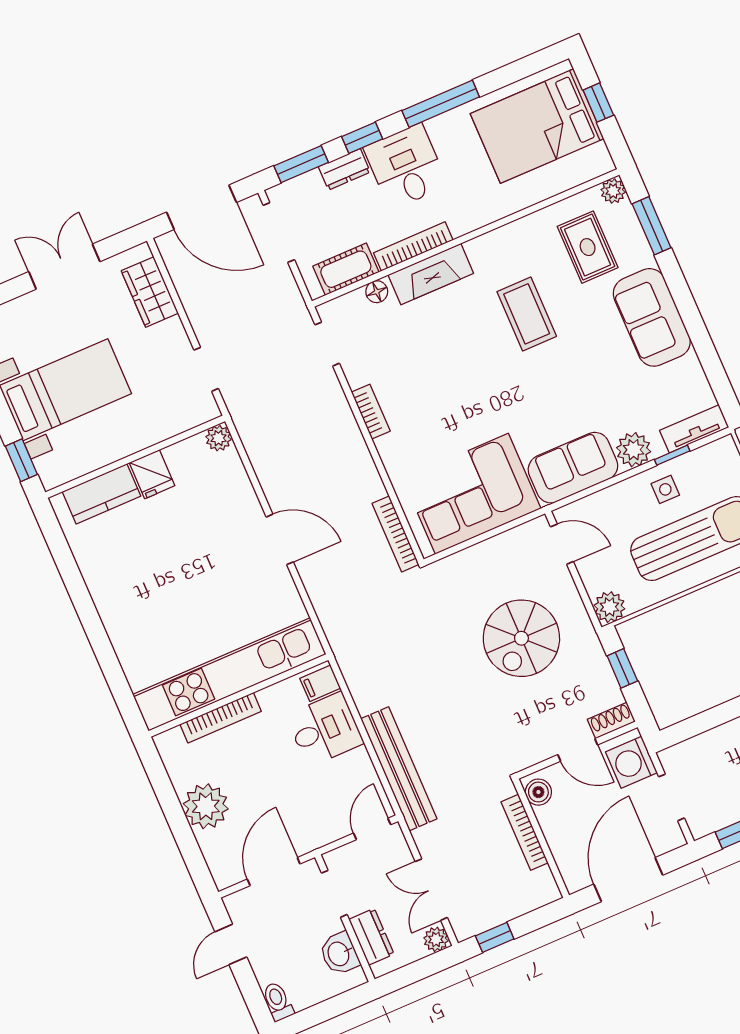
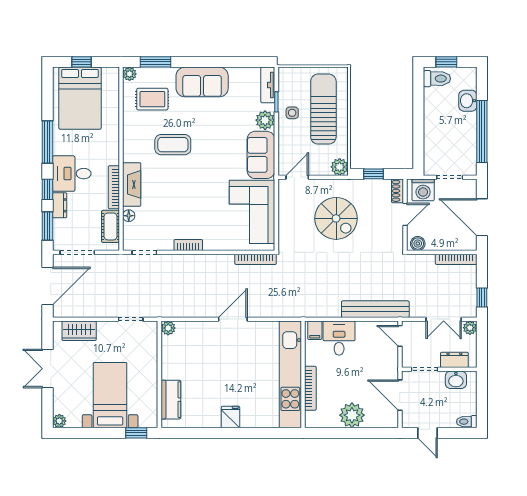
fridge: (152, 474) -> (231, 417), moved, turned -90
bookcase: (525, 832) -> (456, 259), moved

